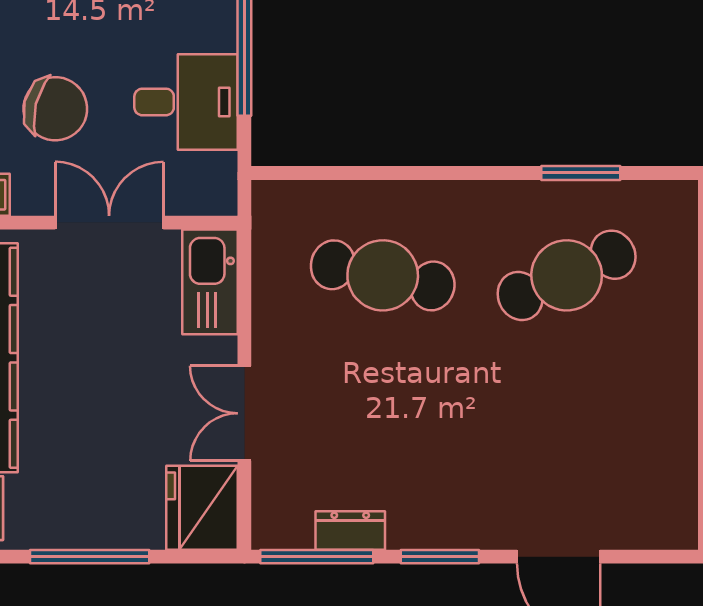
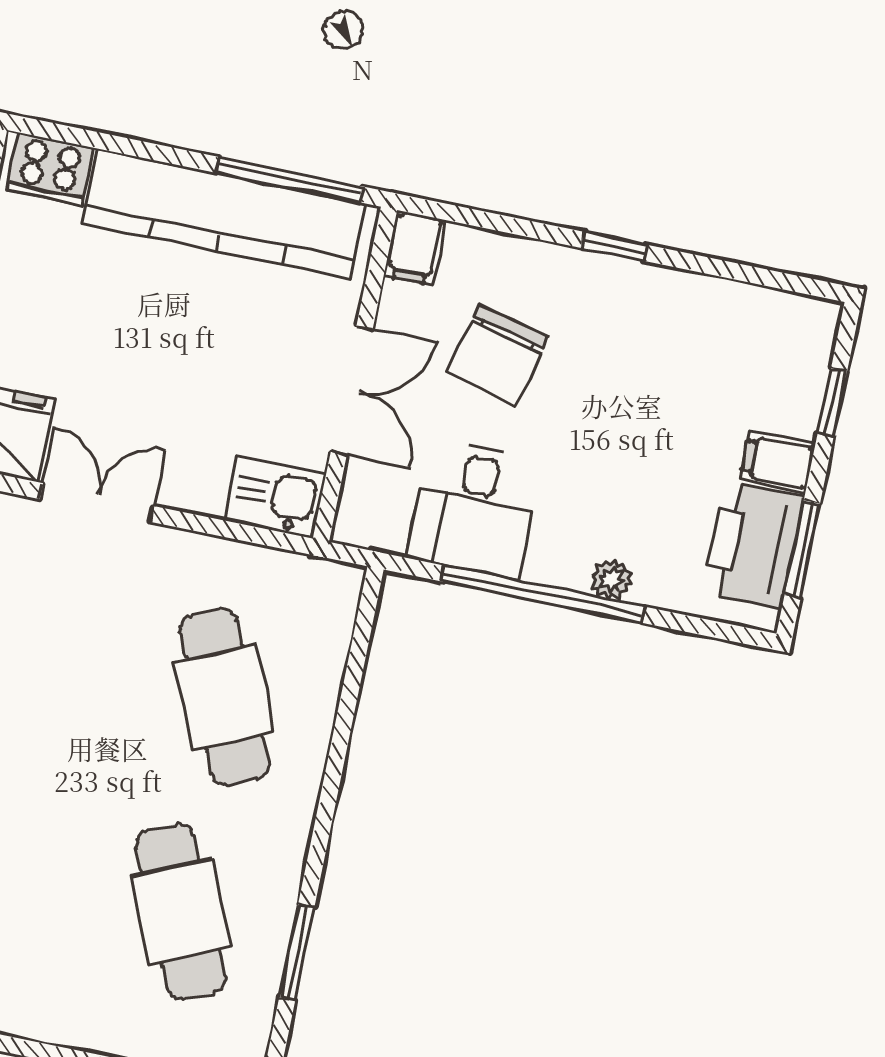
cafe table: (383, 275) -> (225, 697), turned -36
kitchen sink: (210, 282) -> (275, 497), width x0.73

